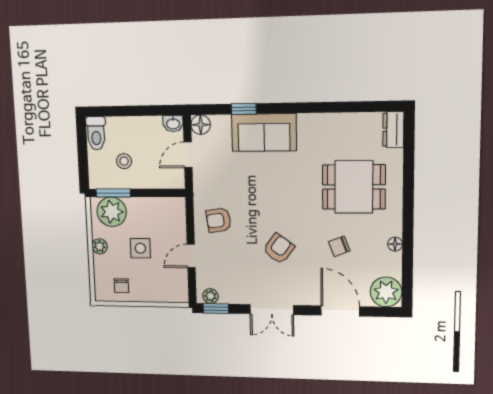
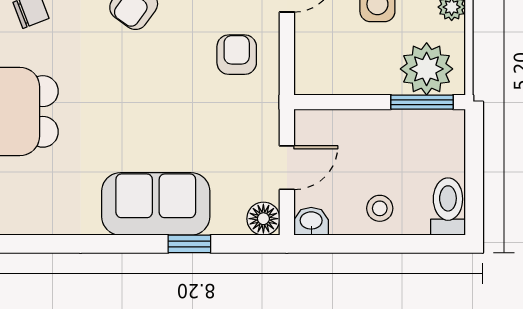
stool: (124, 161) -> (380, 208), moved
armchair: (219, 220) -> (237, 55), turned -82

